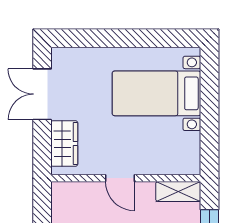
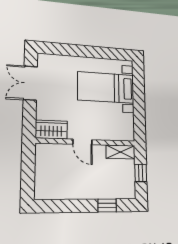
wardrobe: (64, 143) -> (51, 130), moved, turned -90

